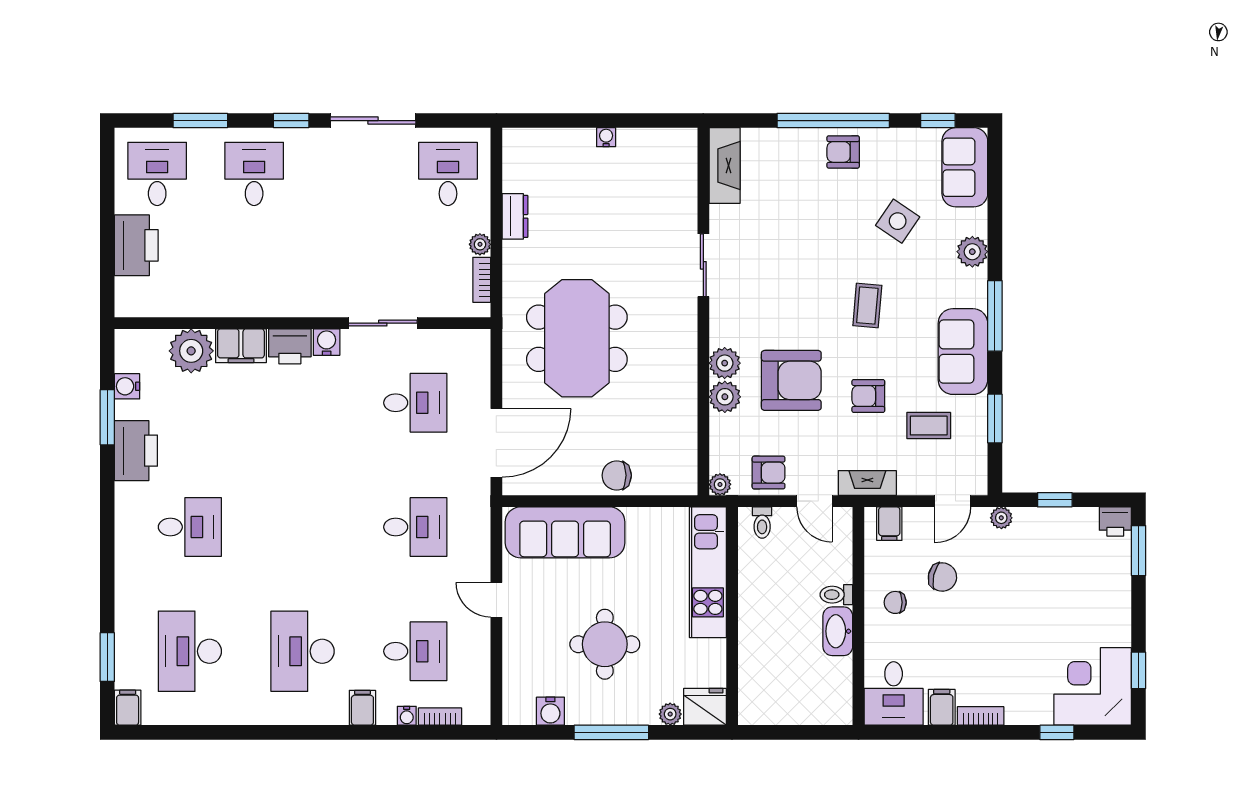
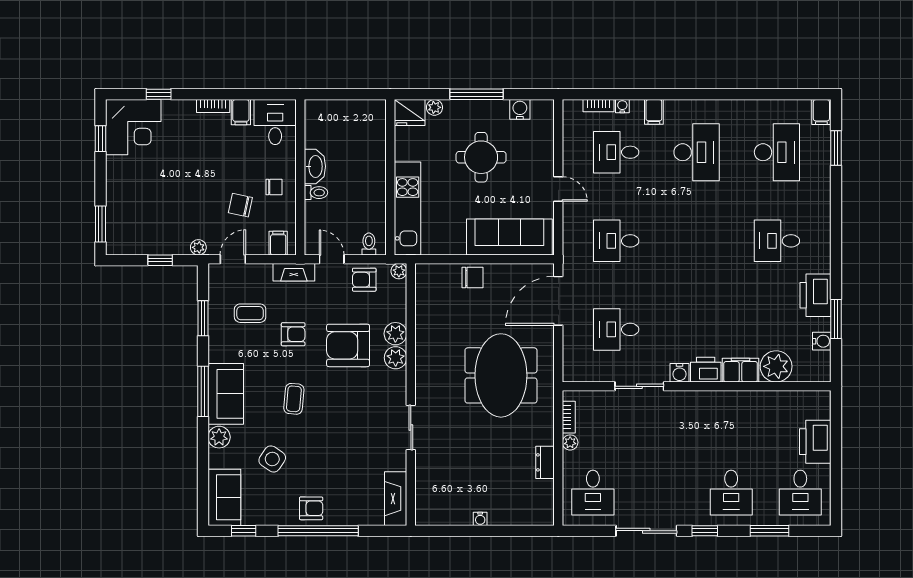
sofa: (963, 352) -> (226, 394), moved
printer: (1115, 521) -> (117, 245), removed

